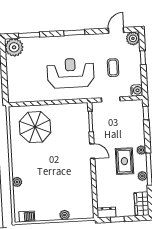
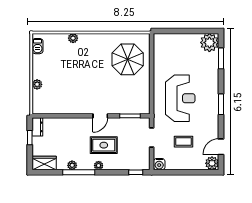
door: (116, 30) -> (221, 147), swing flipped
window: (143, 58) -> (192, 172), removed
rug: (124, 161) -> (104, 145), moved

